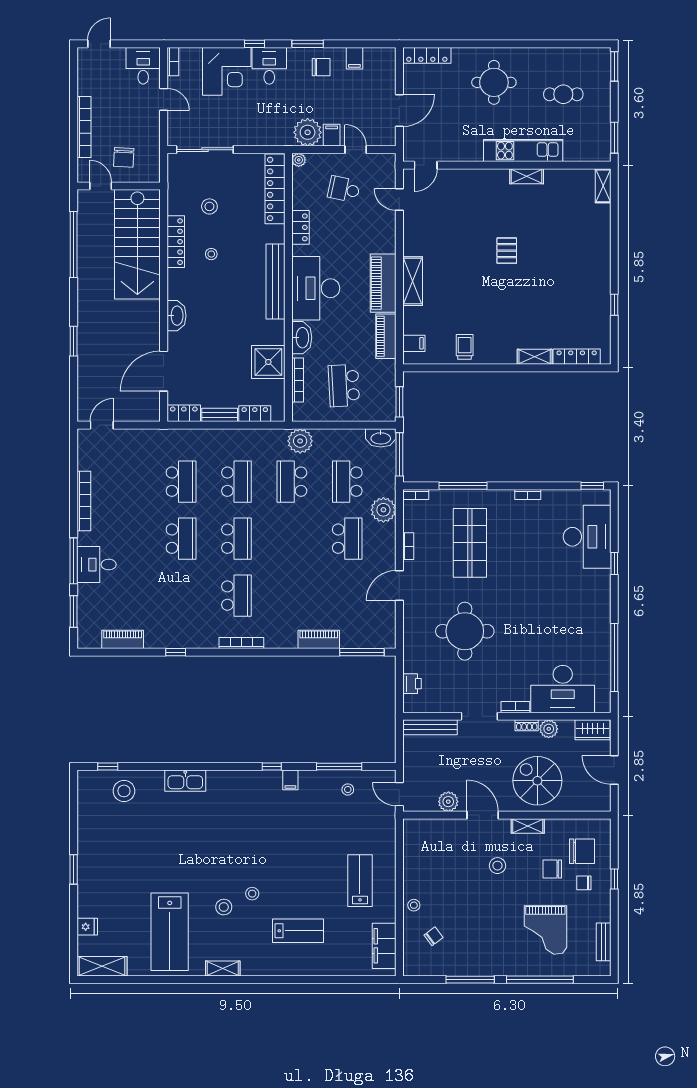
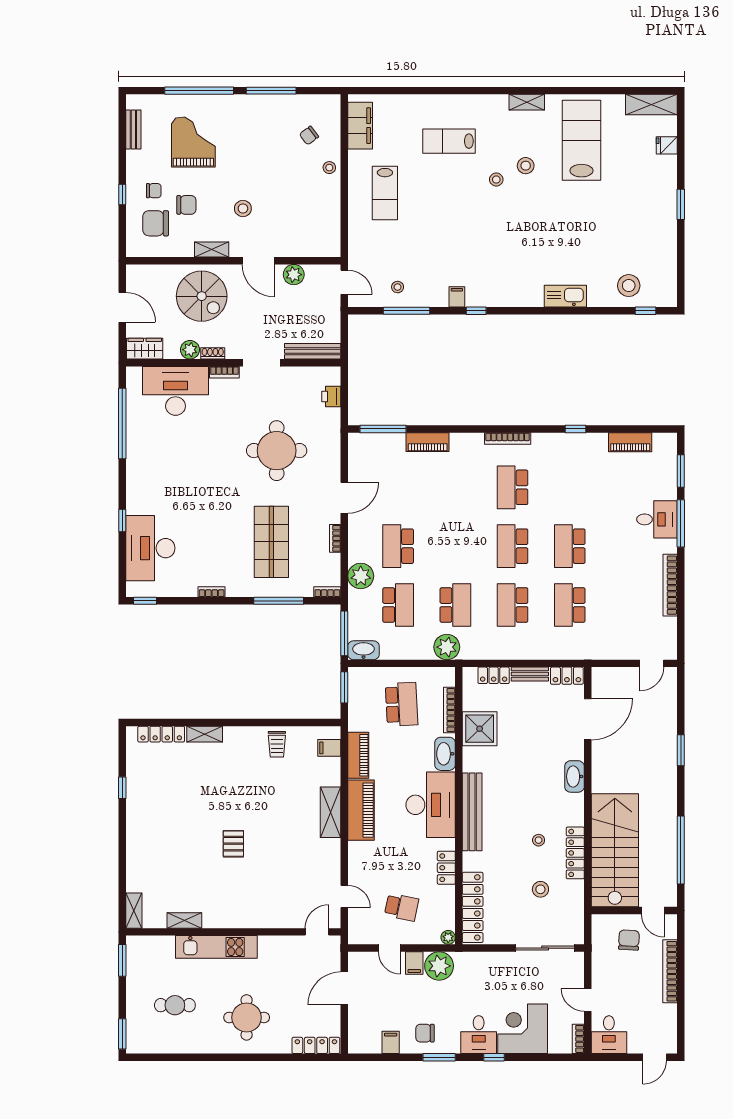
shelving: (527, 176) -> (184, 921), moved

